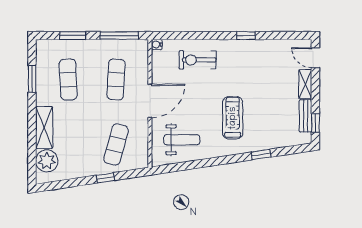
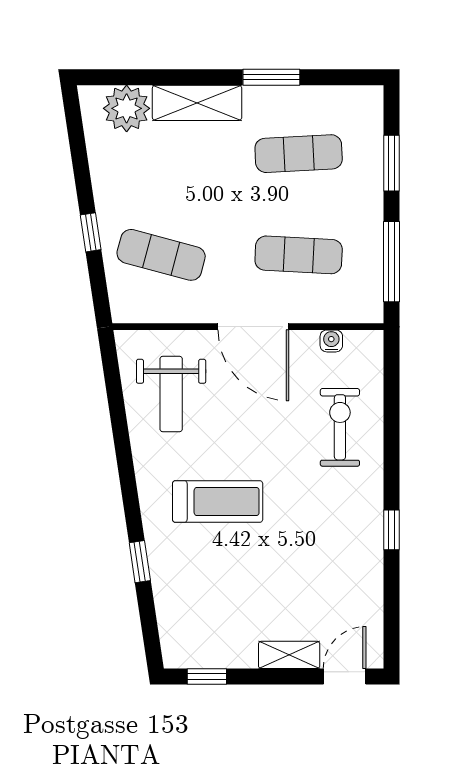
water cooler: (157, 45) -> (331, 341), moved
window: (32, 79) -> (271, 77), moved
bench: (305, 116) -> (222, 656), removed

